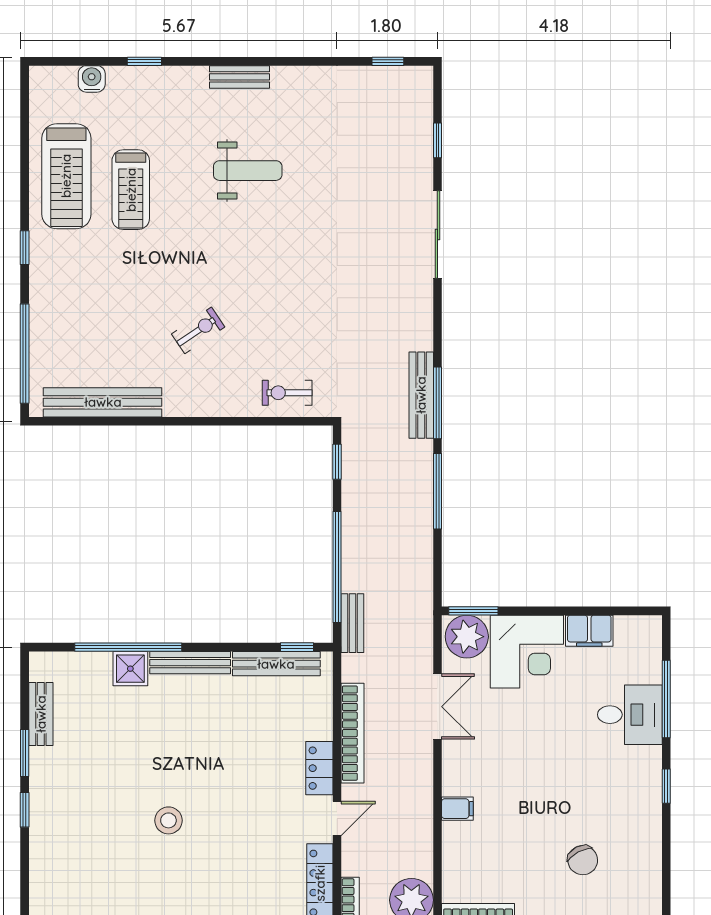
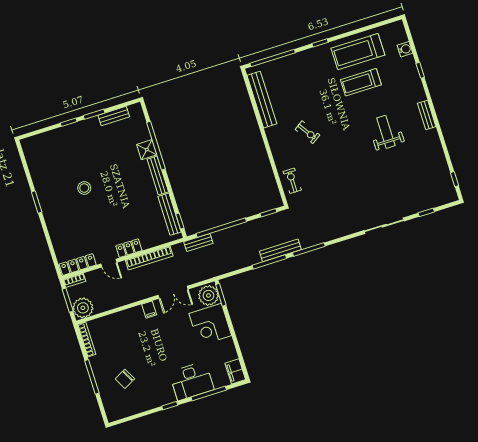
weight bench: (248, 171) -> (386, 132), turned 180
bench: (421, 395) -> (280, 250), moved
filing cabinet: (589, 631) -> (235, 371), moved
desk: (630, 715) -> (192, 381), width x1.37
filing cabinet: (457, 809) -> (149, 310), moved

